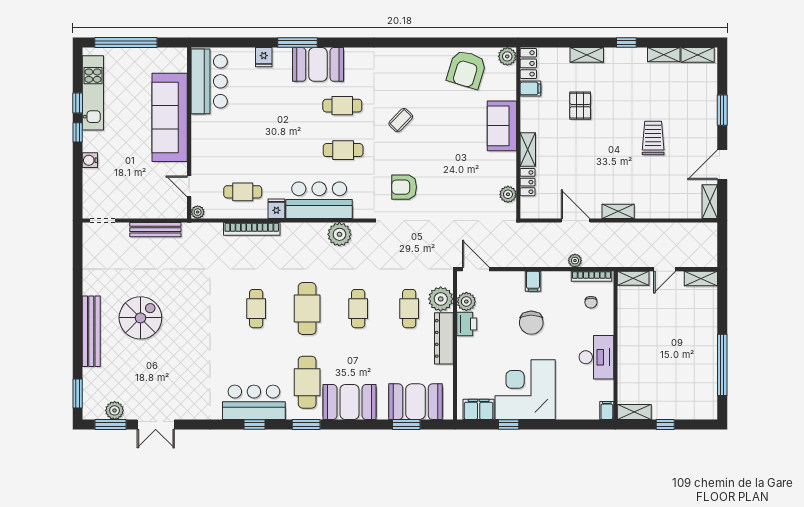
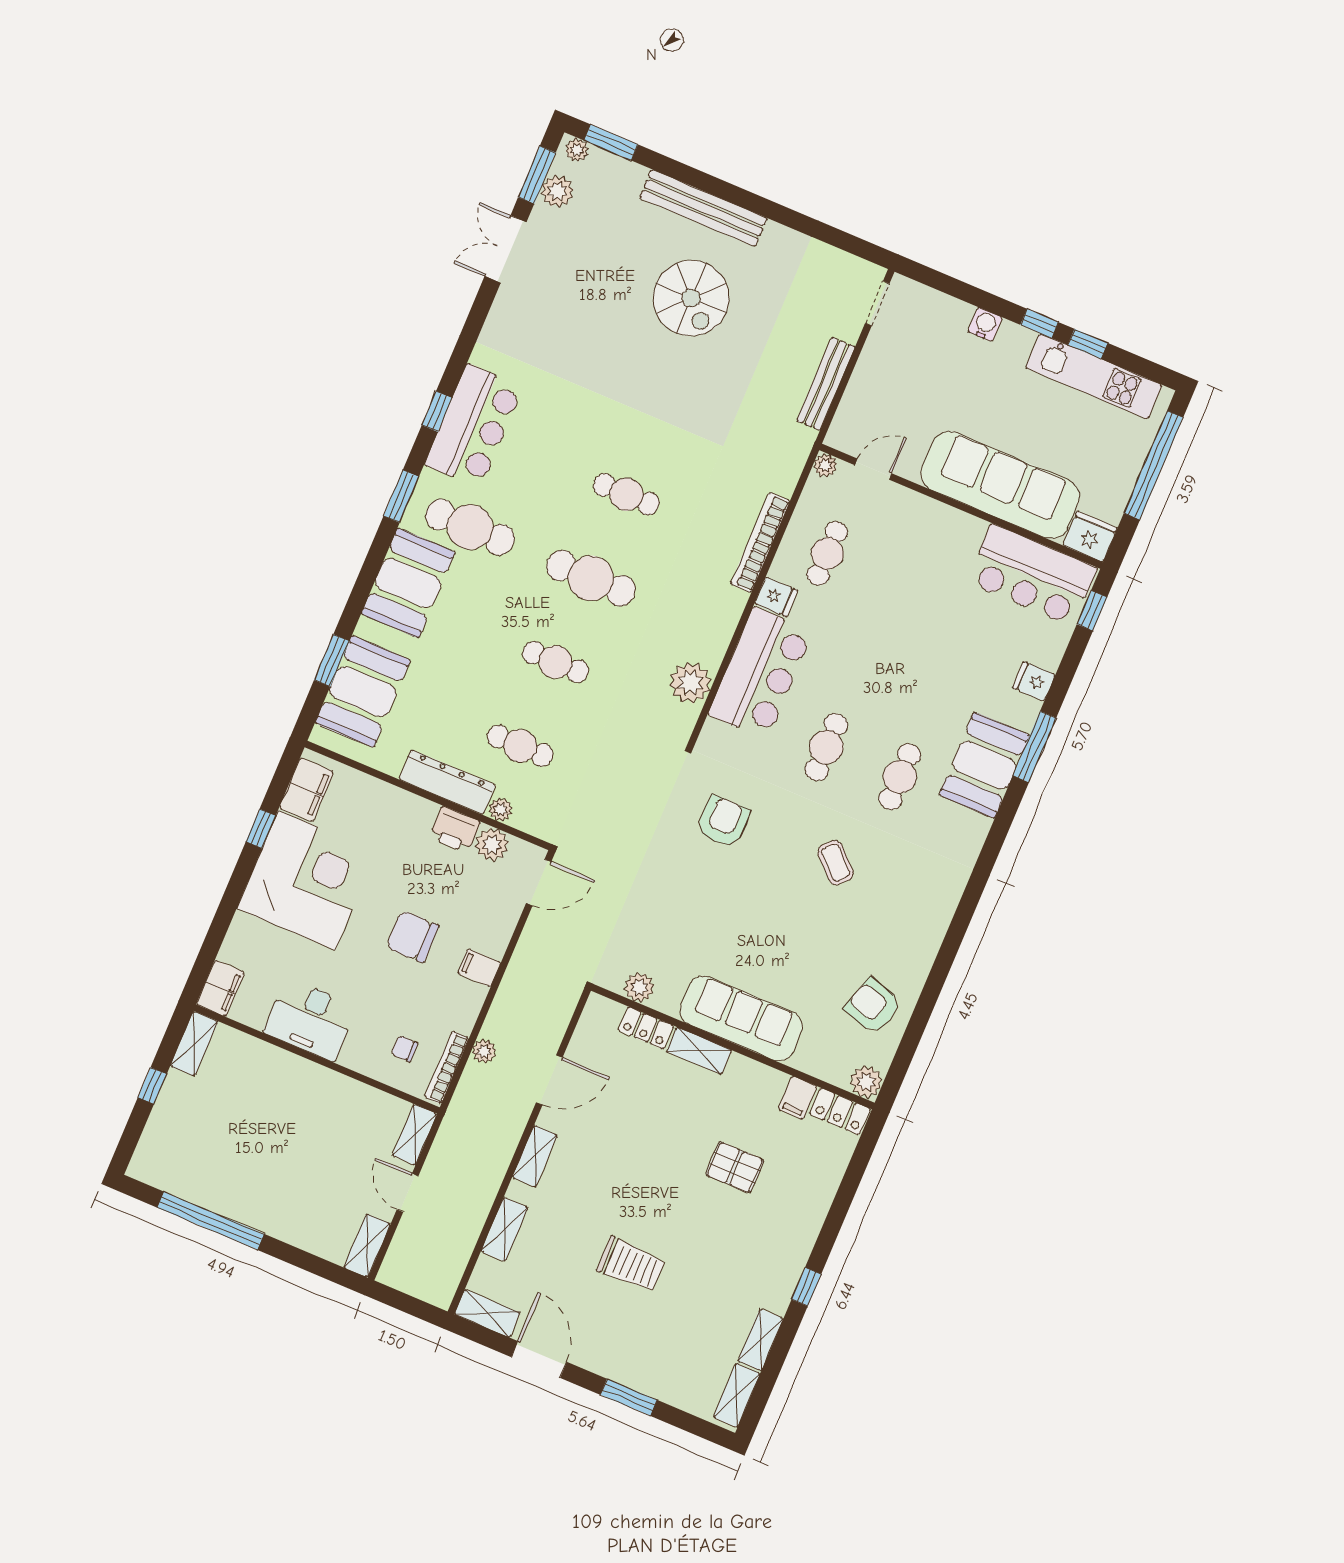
window: (214, 43) -> (1092, 611), added
shelving: (587, 55) -> (504, 1229), moved
fridge: (177, 60) -> (1090, 537), added
armchair: (467, 69) -> (873, 1006), width x0.73, depth x0.73
sofa: (502, 126) -> (741, 1018), width x1.36
plant: (441, 299) -> (501, 810), width x0.53, depth x0.53
plant: (89, 409) -> (577, 150), added
filing cabinet: (607, 411) -> (220, 988), width x2.00

